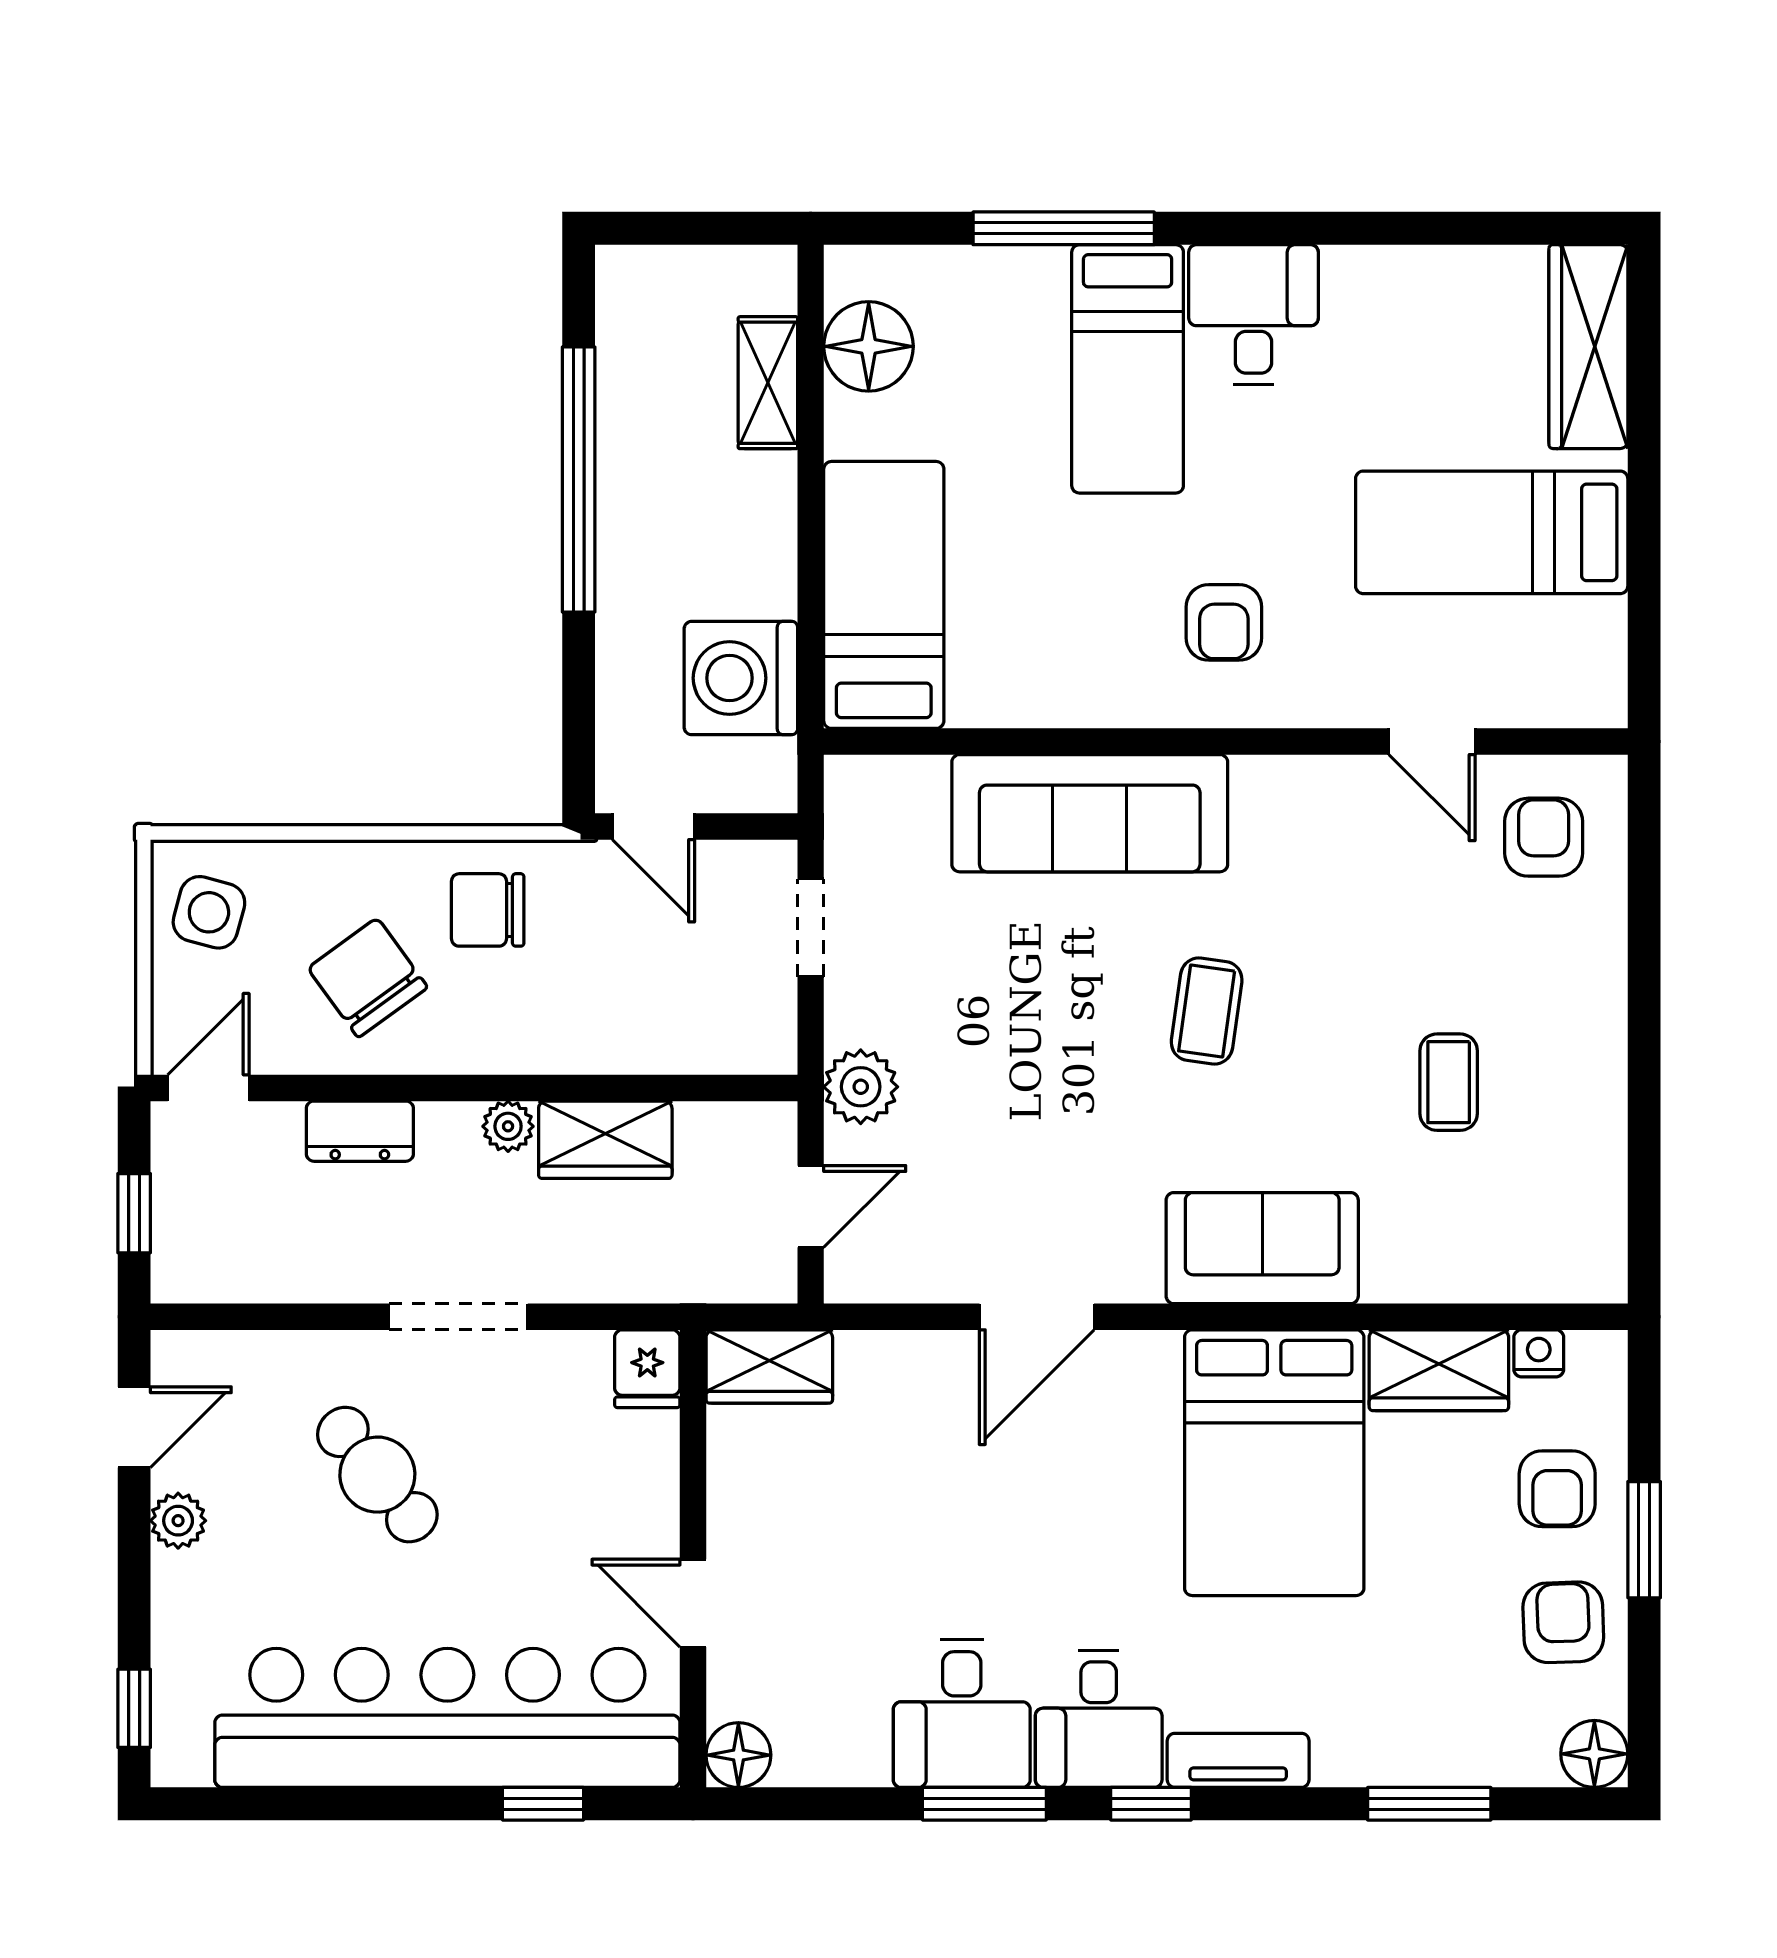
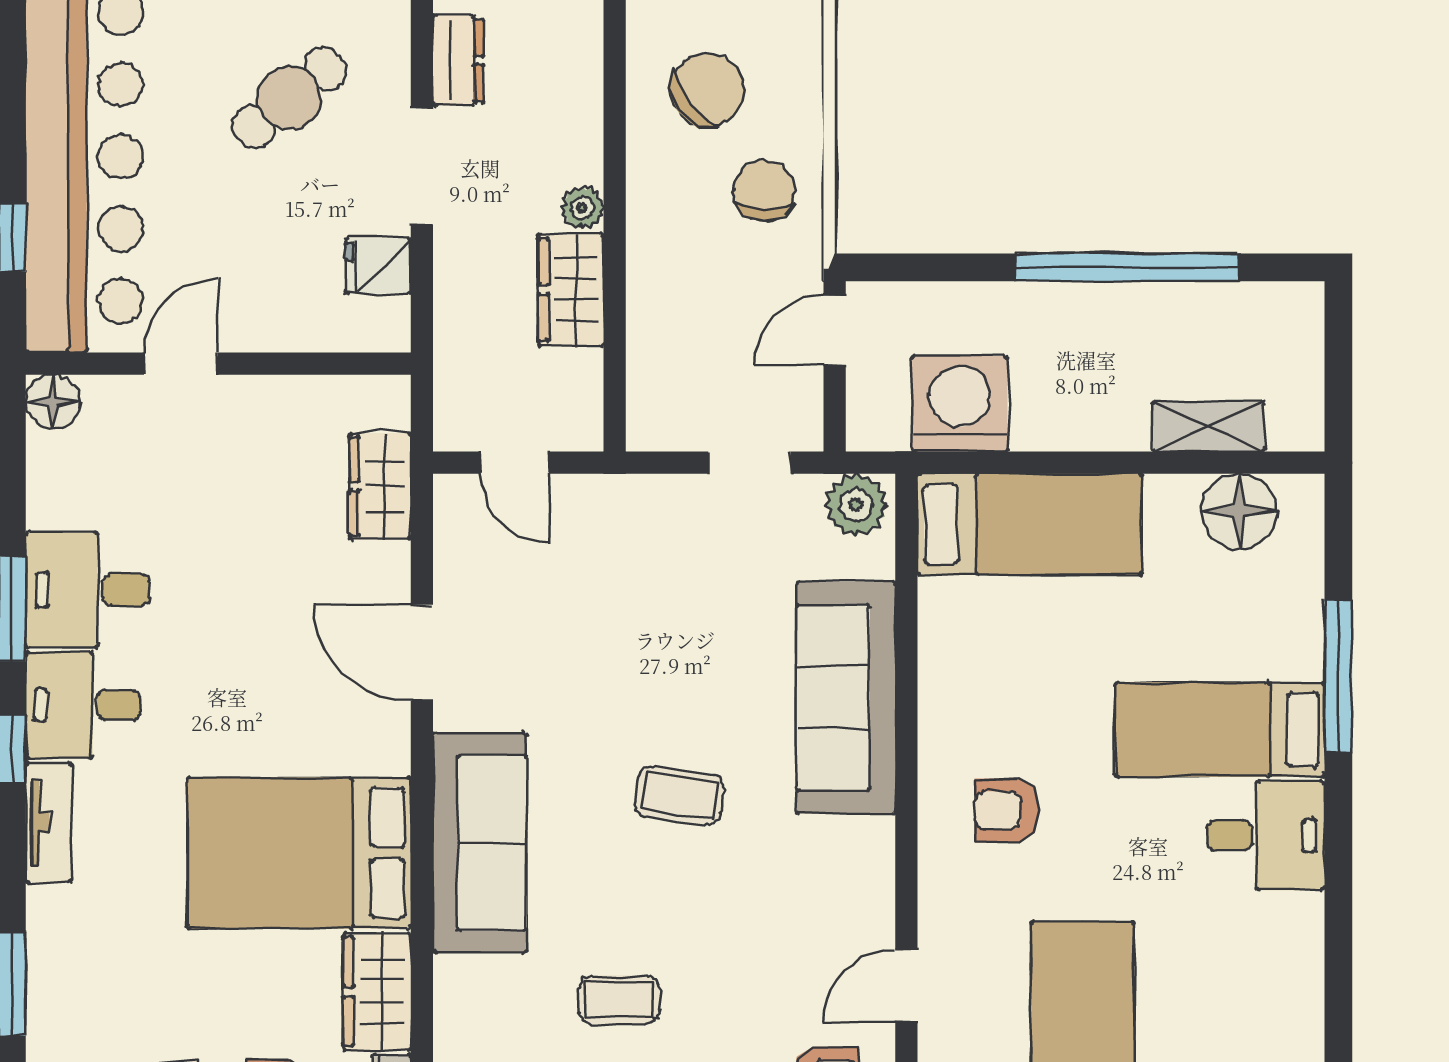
plant: (861, 1087) -> (856, 505), moved
dresser: (360, 1131) -> (458, 60), moved, turned 180
sofa: (1262, 1248) -> (480, 843), width x1.36
wardrobe: (769, 1366) -> (380, 486), moved
fridge: (647, 1369) -> (378, 266), moved

